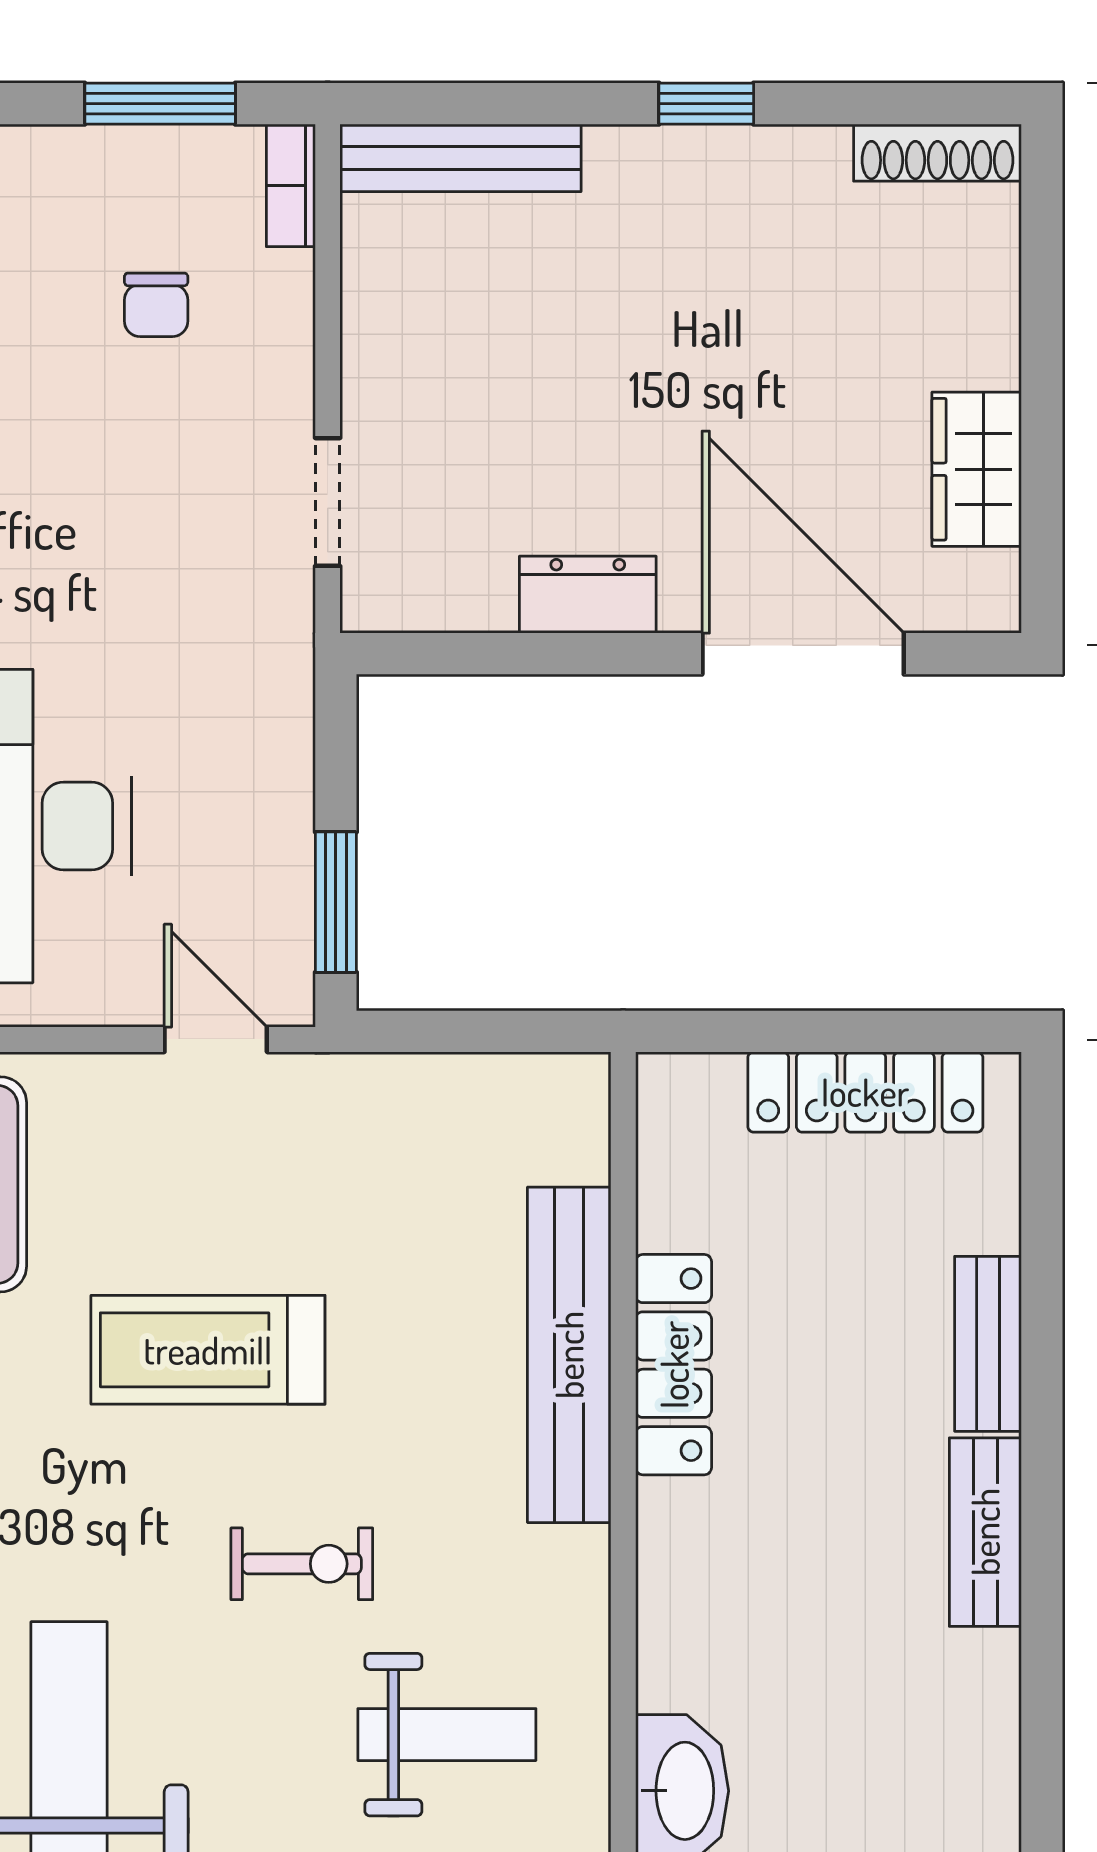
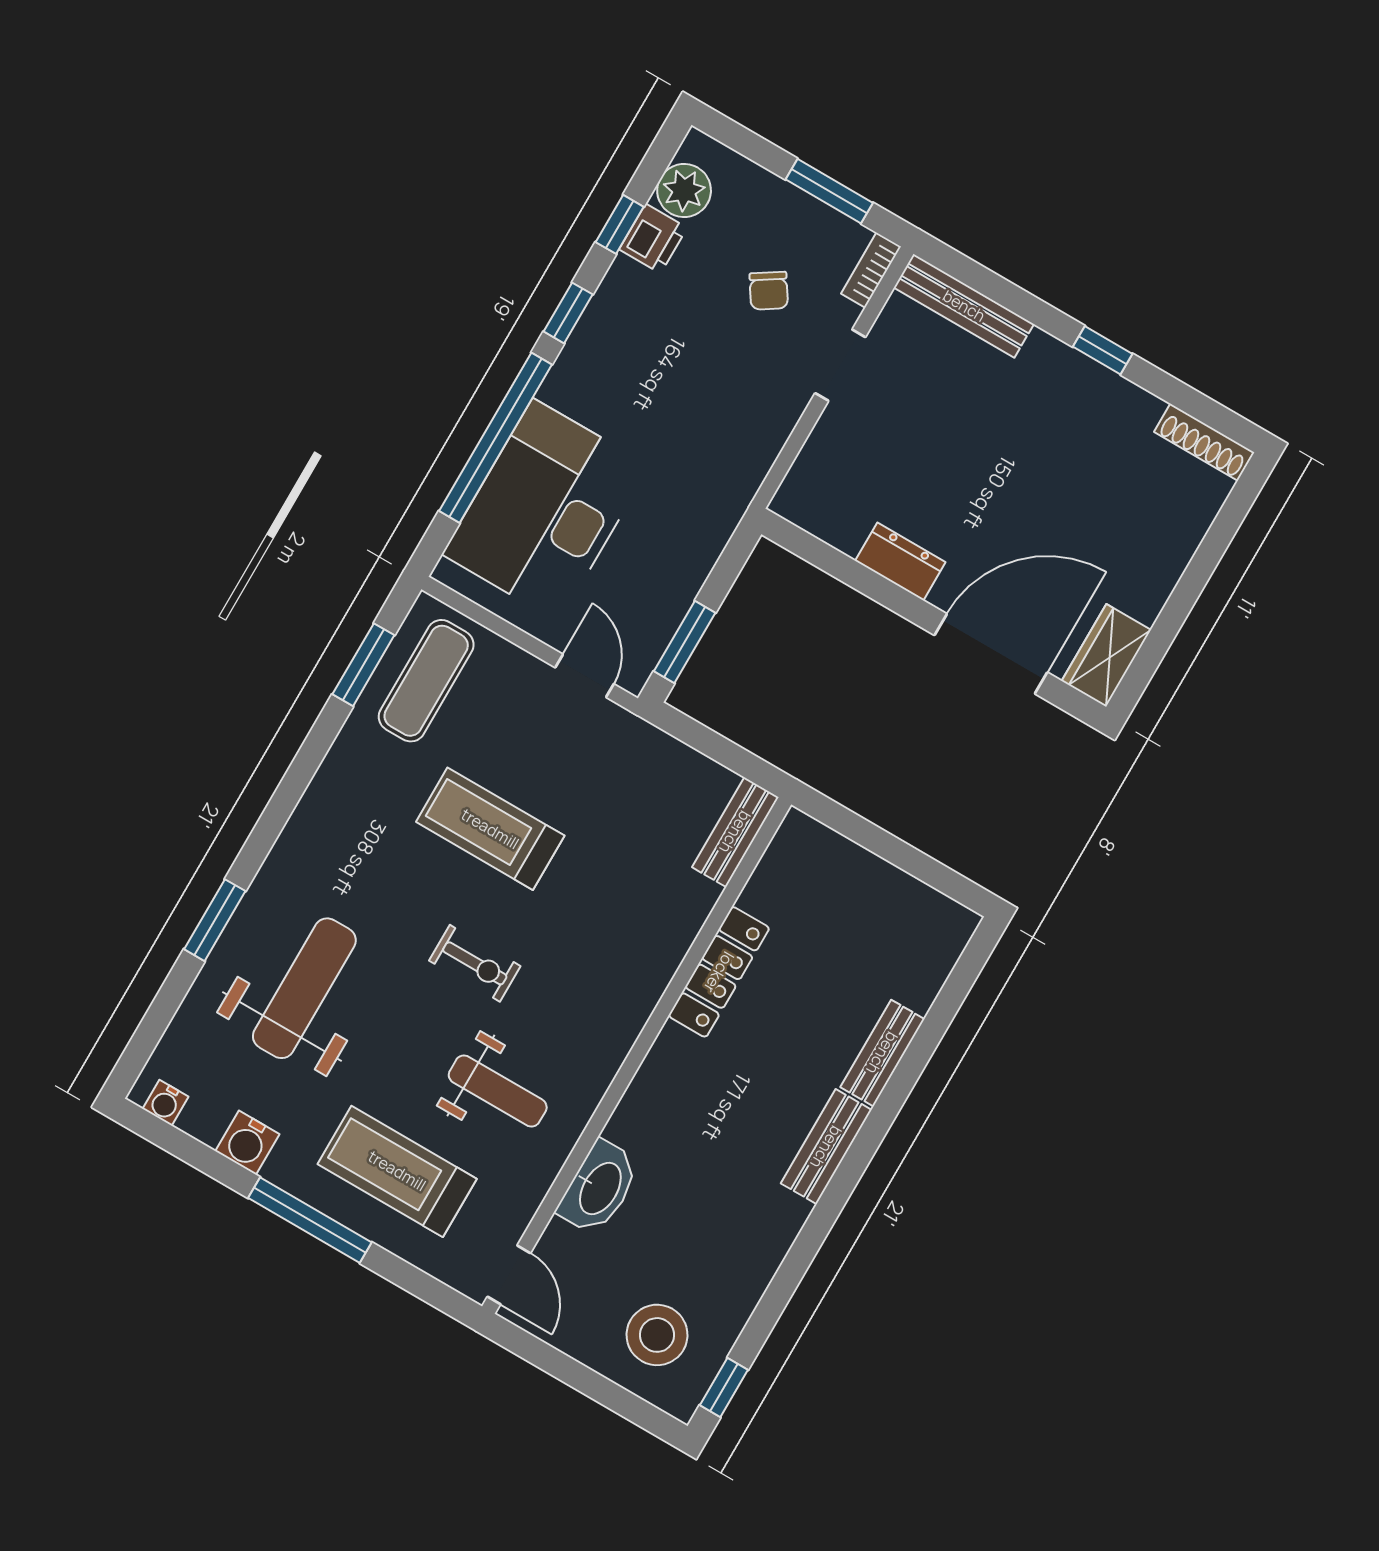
chair: (156, 305) -> (769, 291), turned -33
wardrobe: (977, 469) -> (1106, 655), moved
doorway: (328, 502) -> (840, 365), moved
door: (803, 654) -> (991, 654), hinge flipped
locker: (865, 1092) -> (894, 891), removed
bench: (569, 1355) -> (735, 832), moved, width x0.54, depth x0.82

